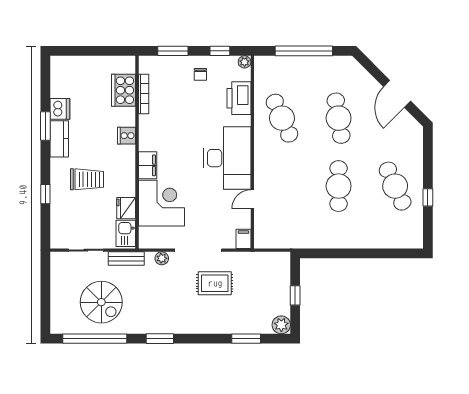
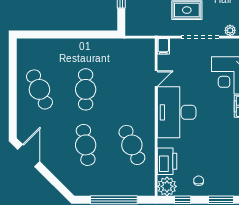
plant: (245, 62) -> (167, 186), width x1.87, depth x1.87
door: (397, 94) -> (29, 156), moved
window: (428, 197) -> (13, 80), removed

